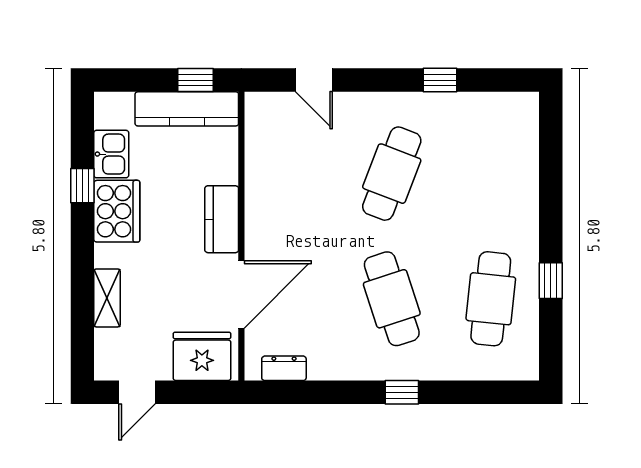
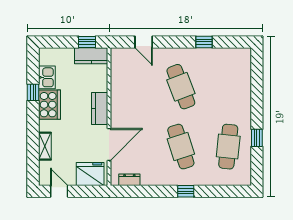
kitchen counter: (187, 109) -> (91, 56), width x0.67
cafe table: (392, 174) -> (181, 87), turned -42
door: (137, 392) -> (59, 191), swing flipped

